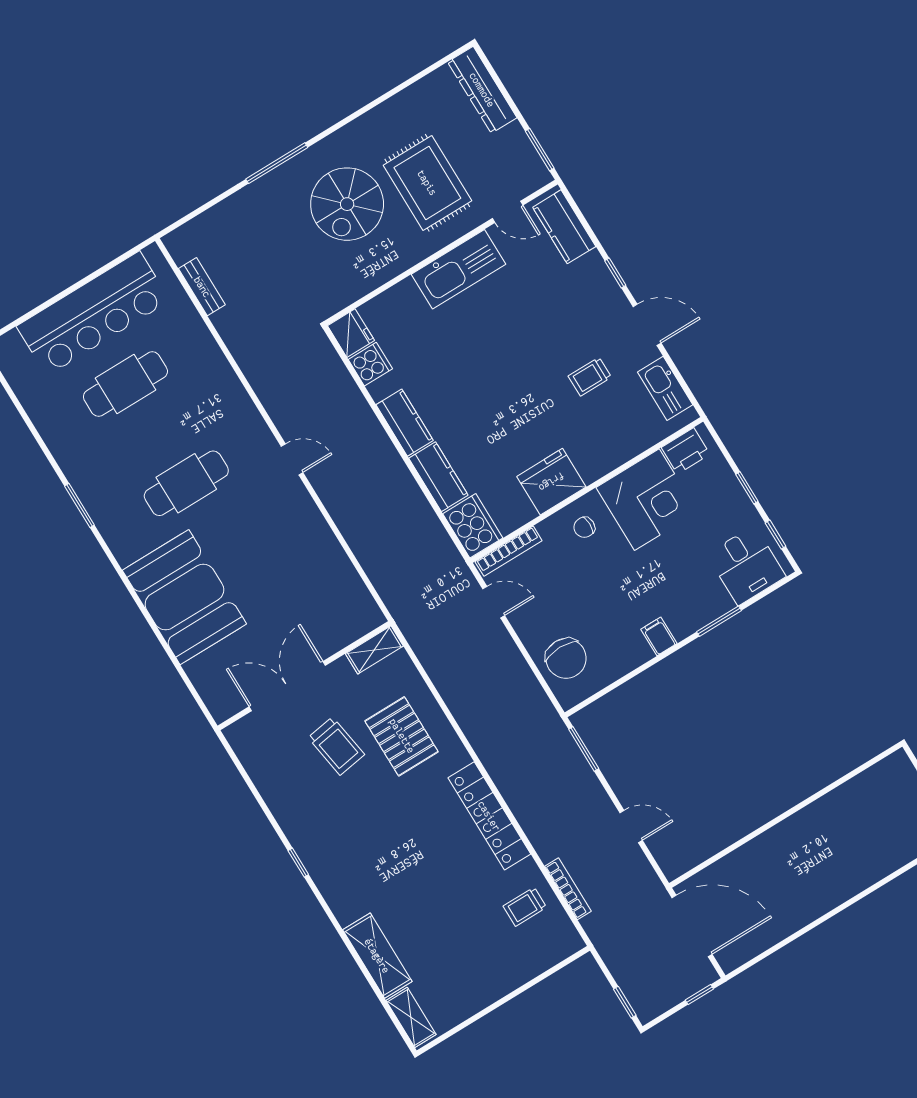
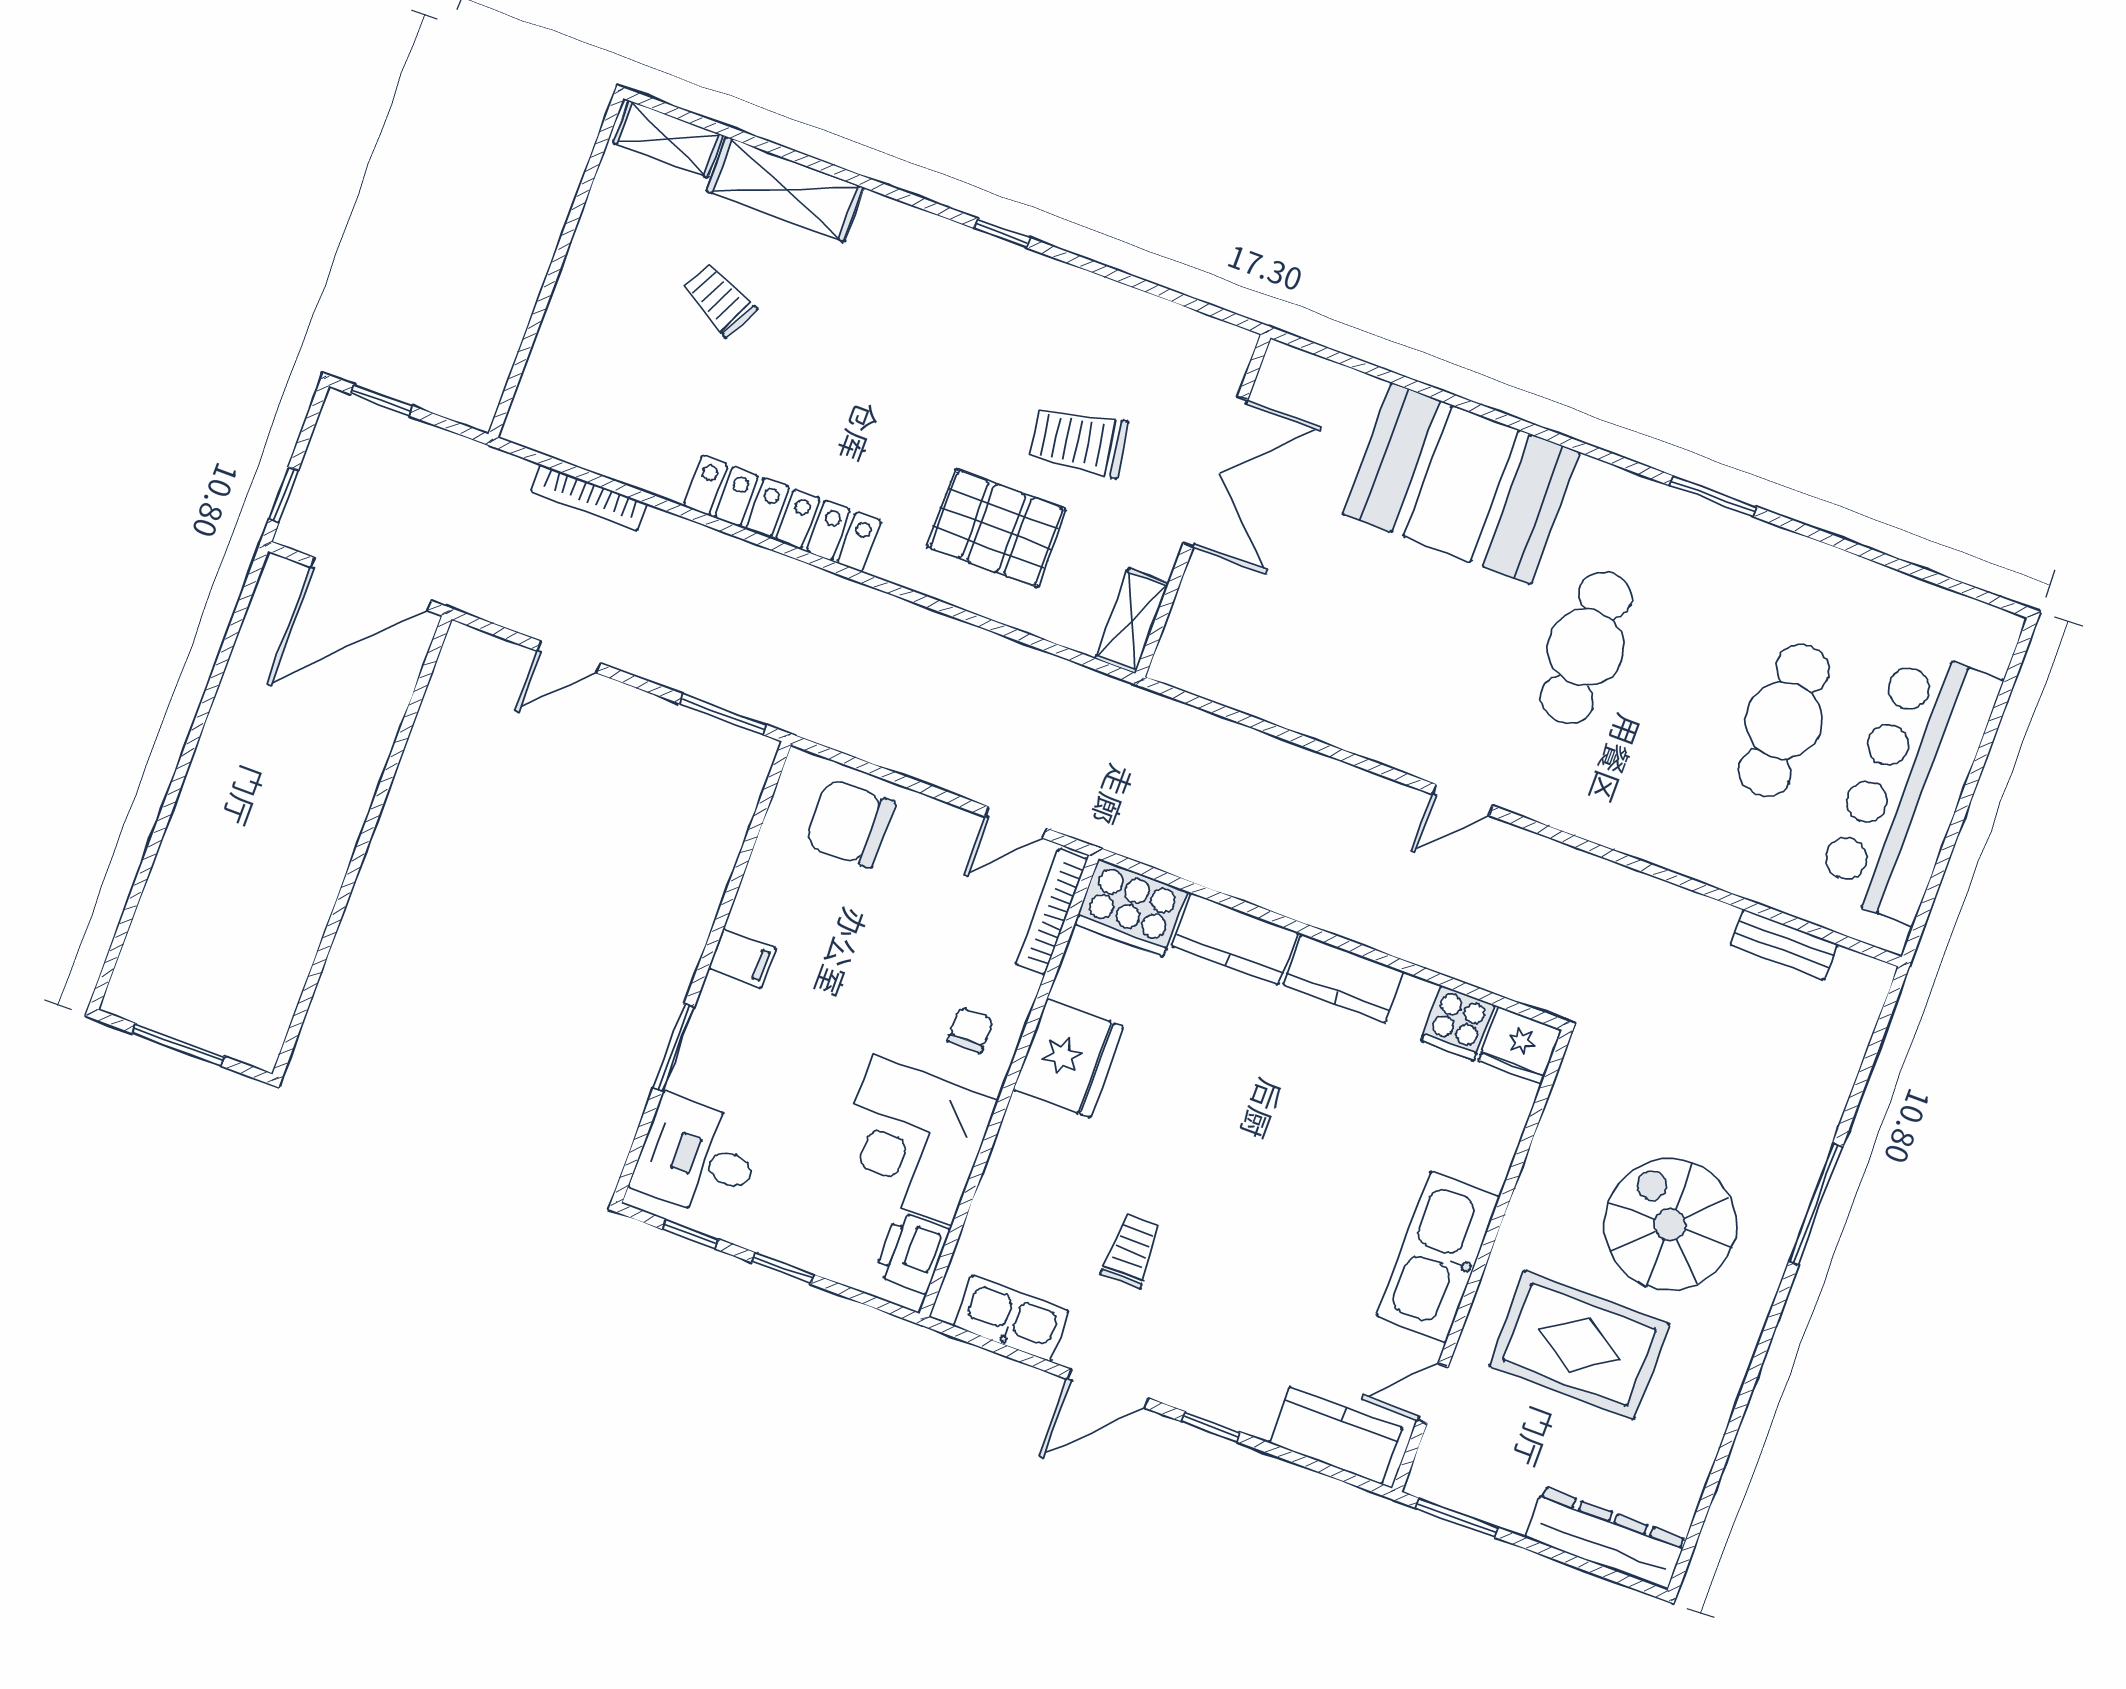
trolley: (525, 907) -> (719, 299), moved, turned -63

